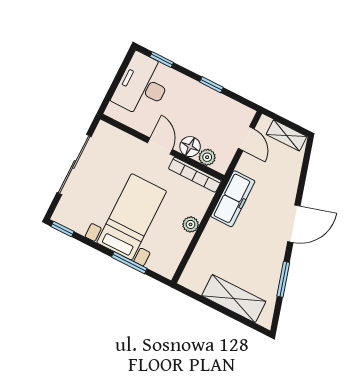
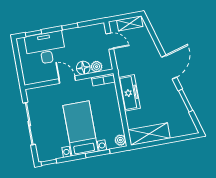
desk: (143, 85) -> (45, 48), moved, turned 90
bookcase: (195, 175) -> (103, 80), width x0.64
freezer: (233, 199) -> (129, 93), moved
plant: (191, 224) -> (120, 140), moved
shelving: (234, 299) -> (149, 134), moved

